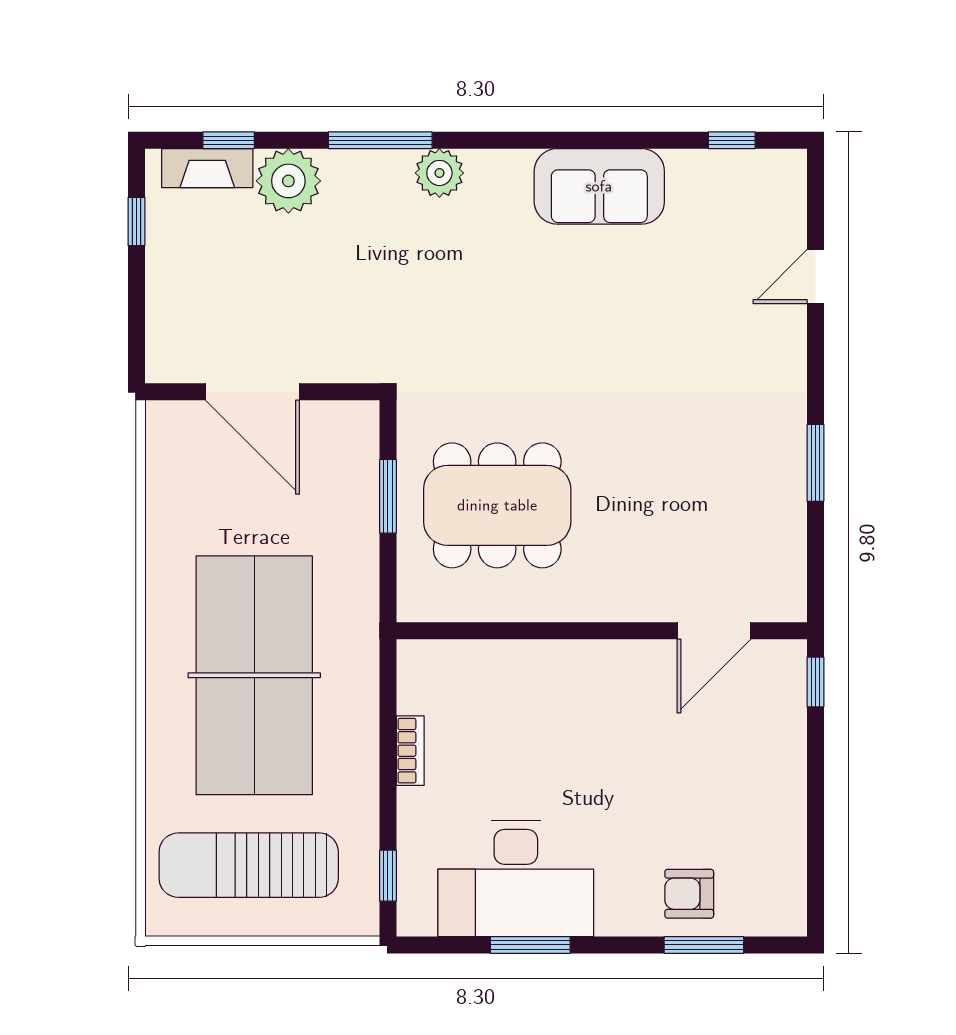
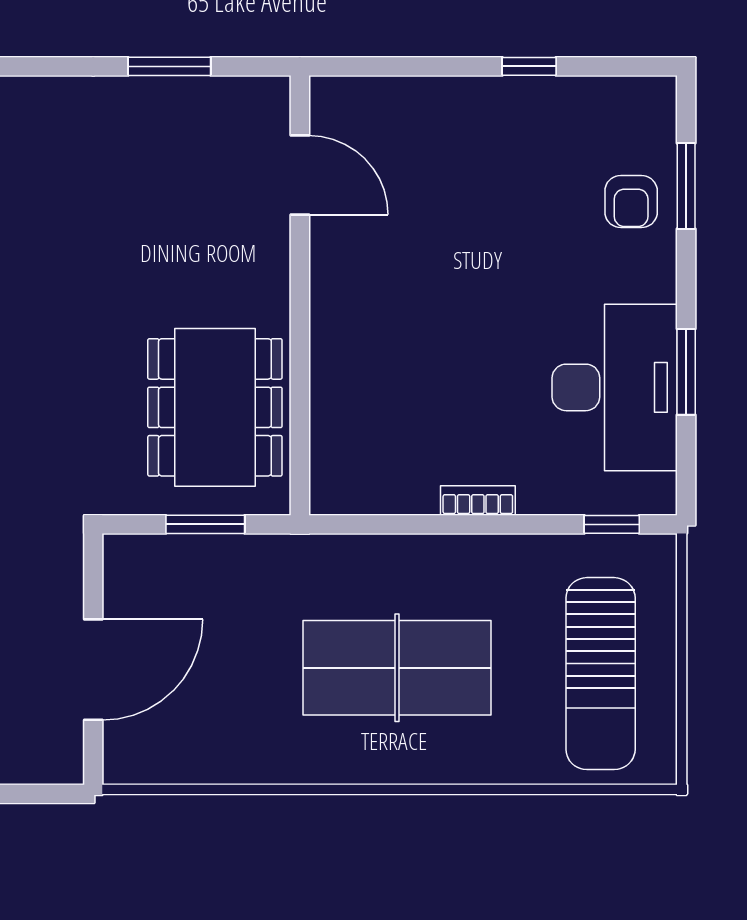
wall: (602, 631) -> (300, 295), moved
door: (714, 631) -> (300, 175), moved
table tennis table: (254, 675) -> (397, 668), width x0.73, depth x0.76
window: (815, 682) -> (529, 66), moved

